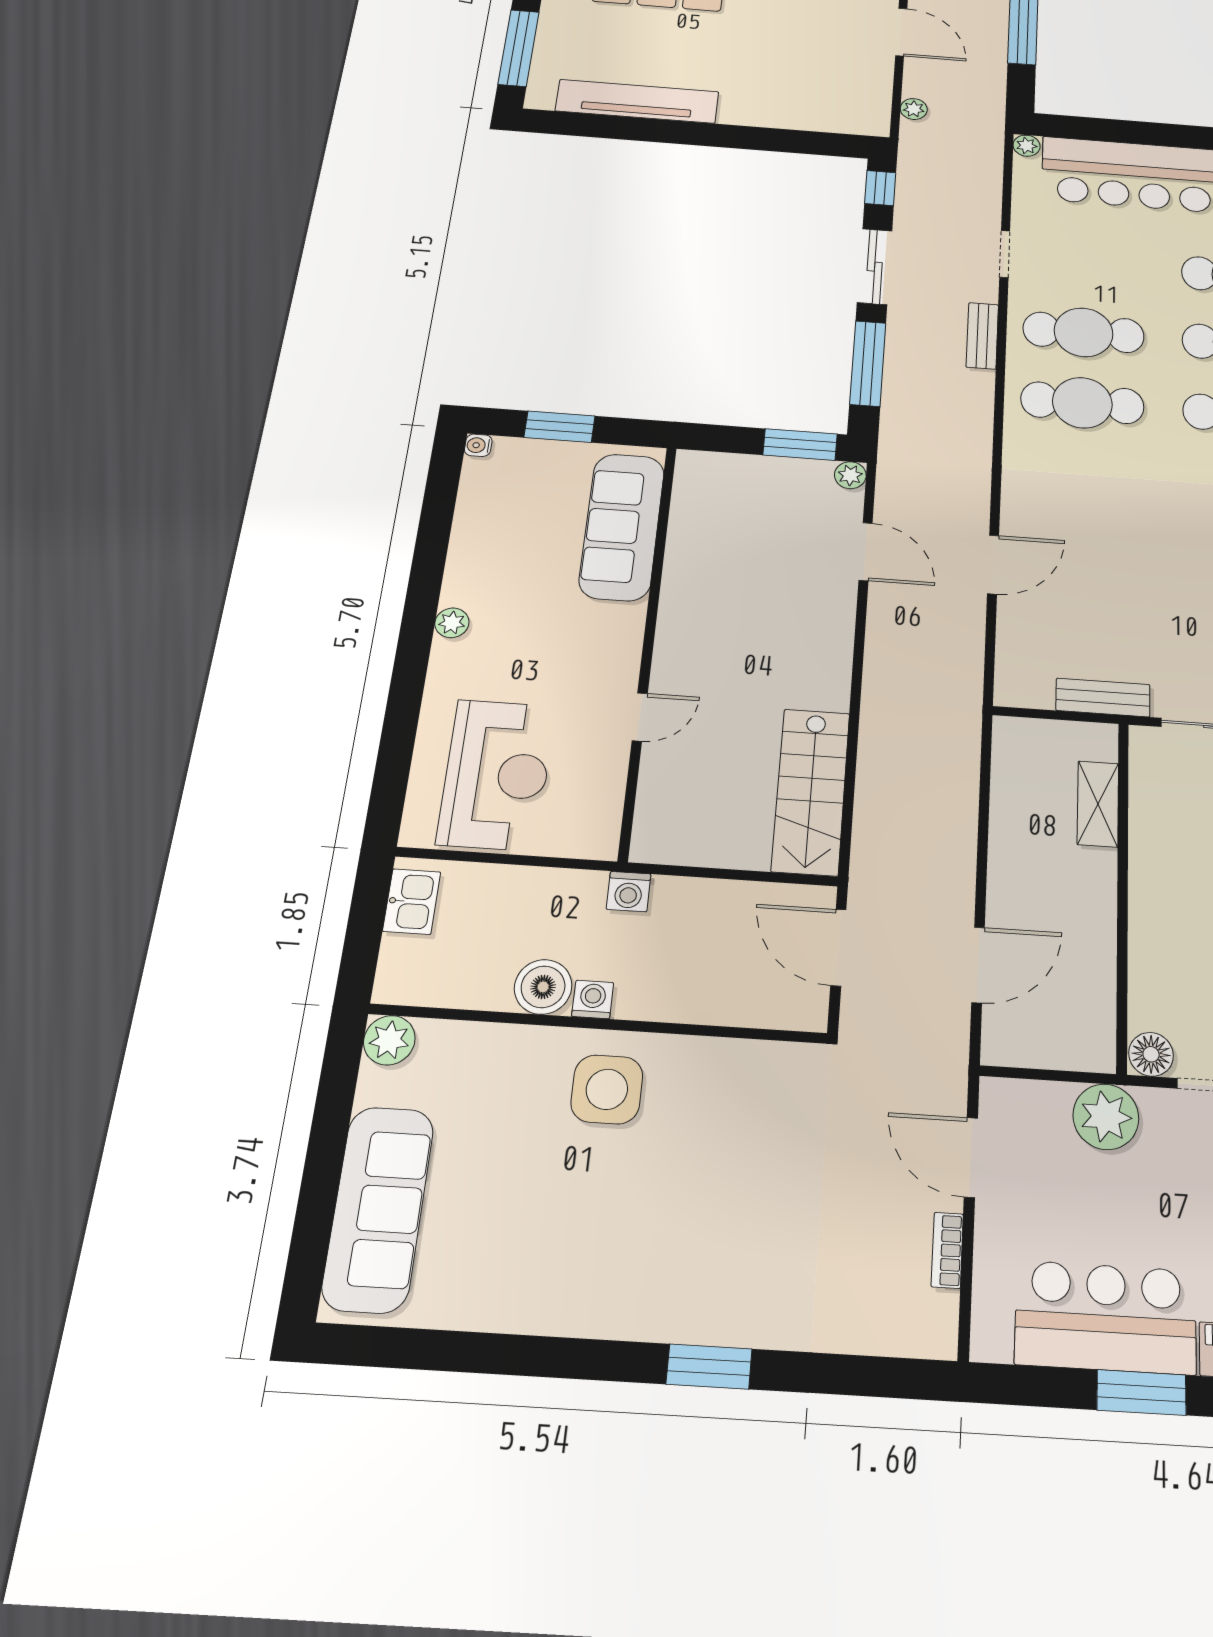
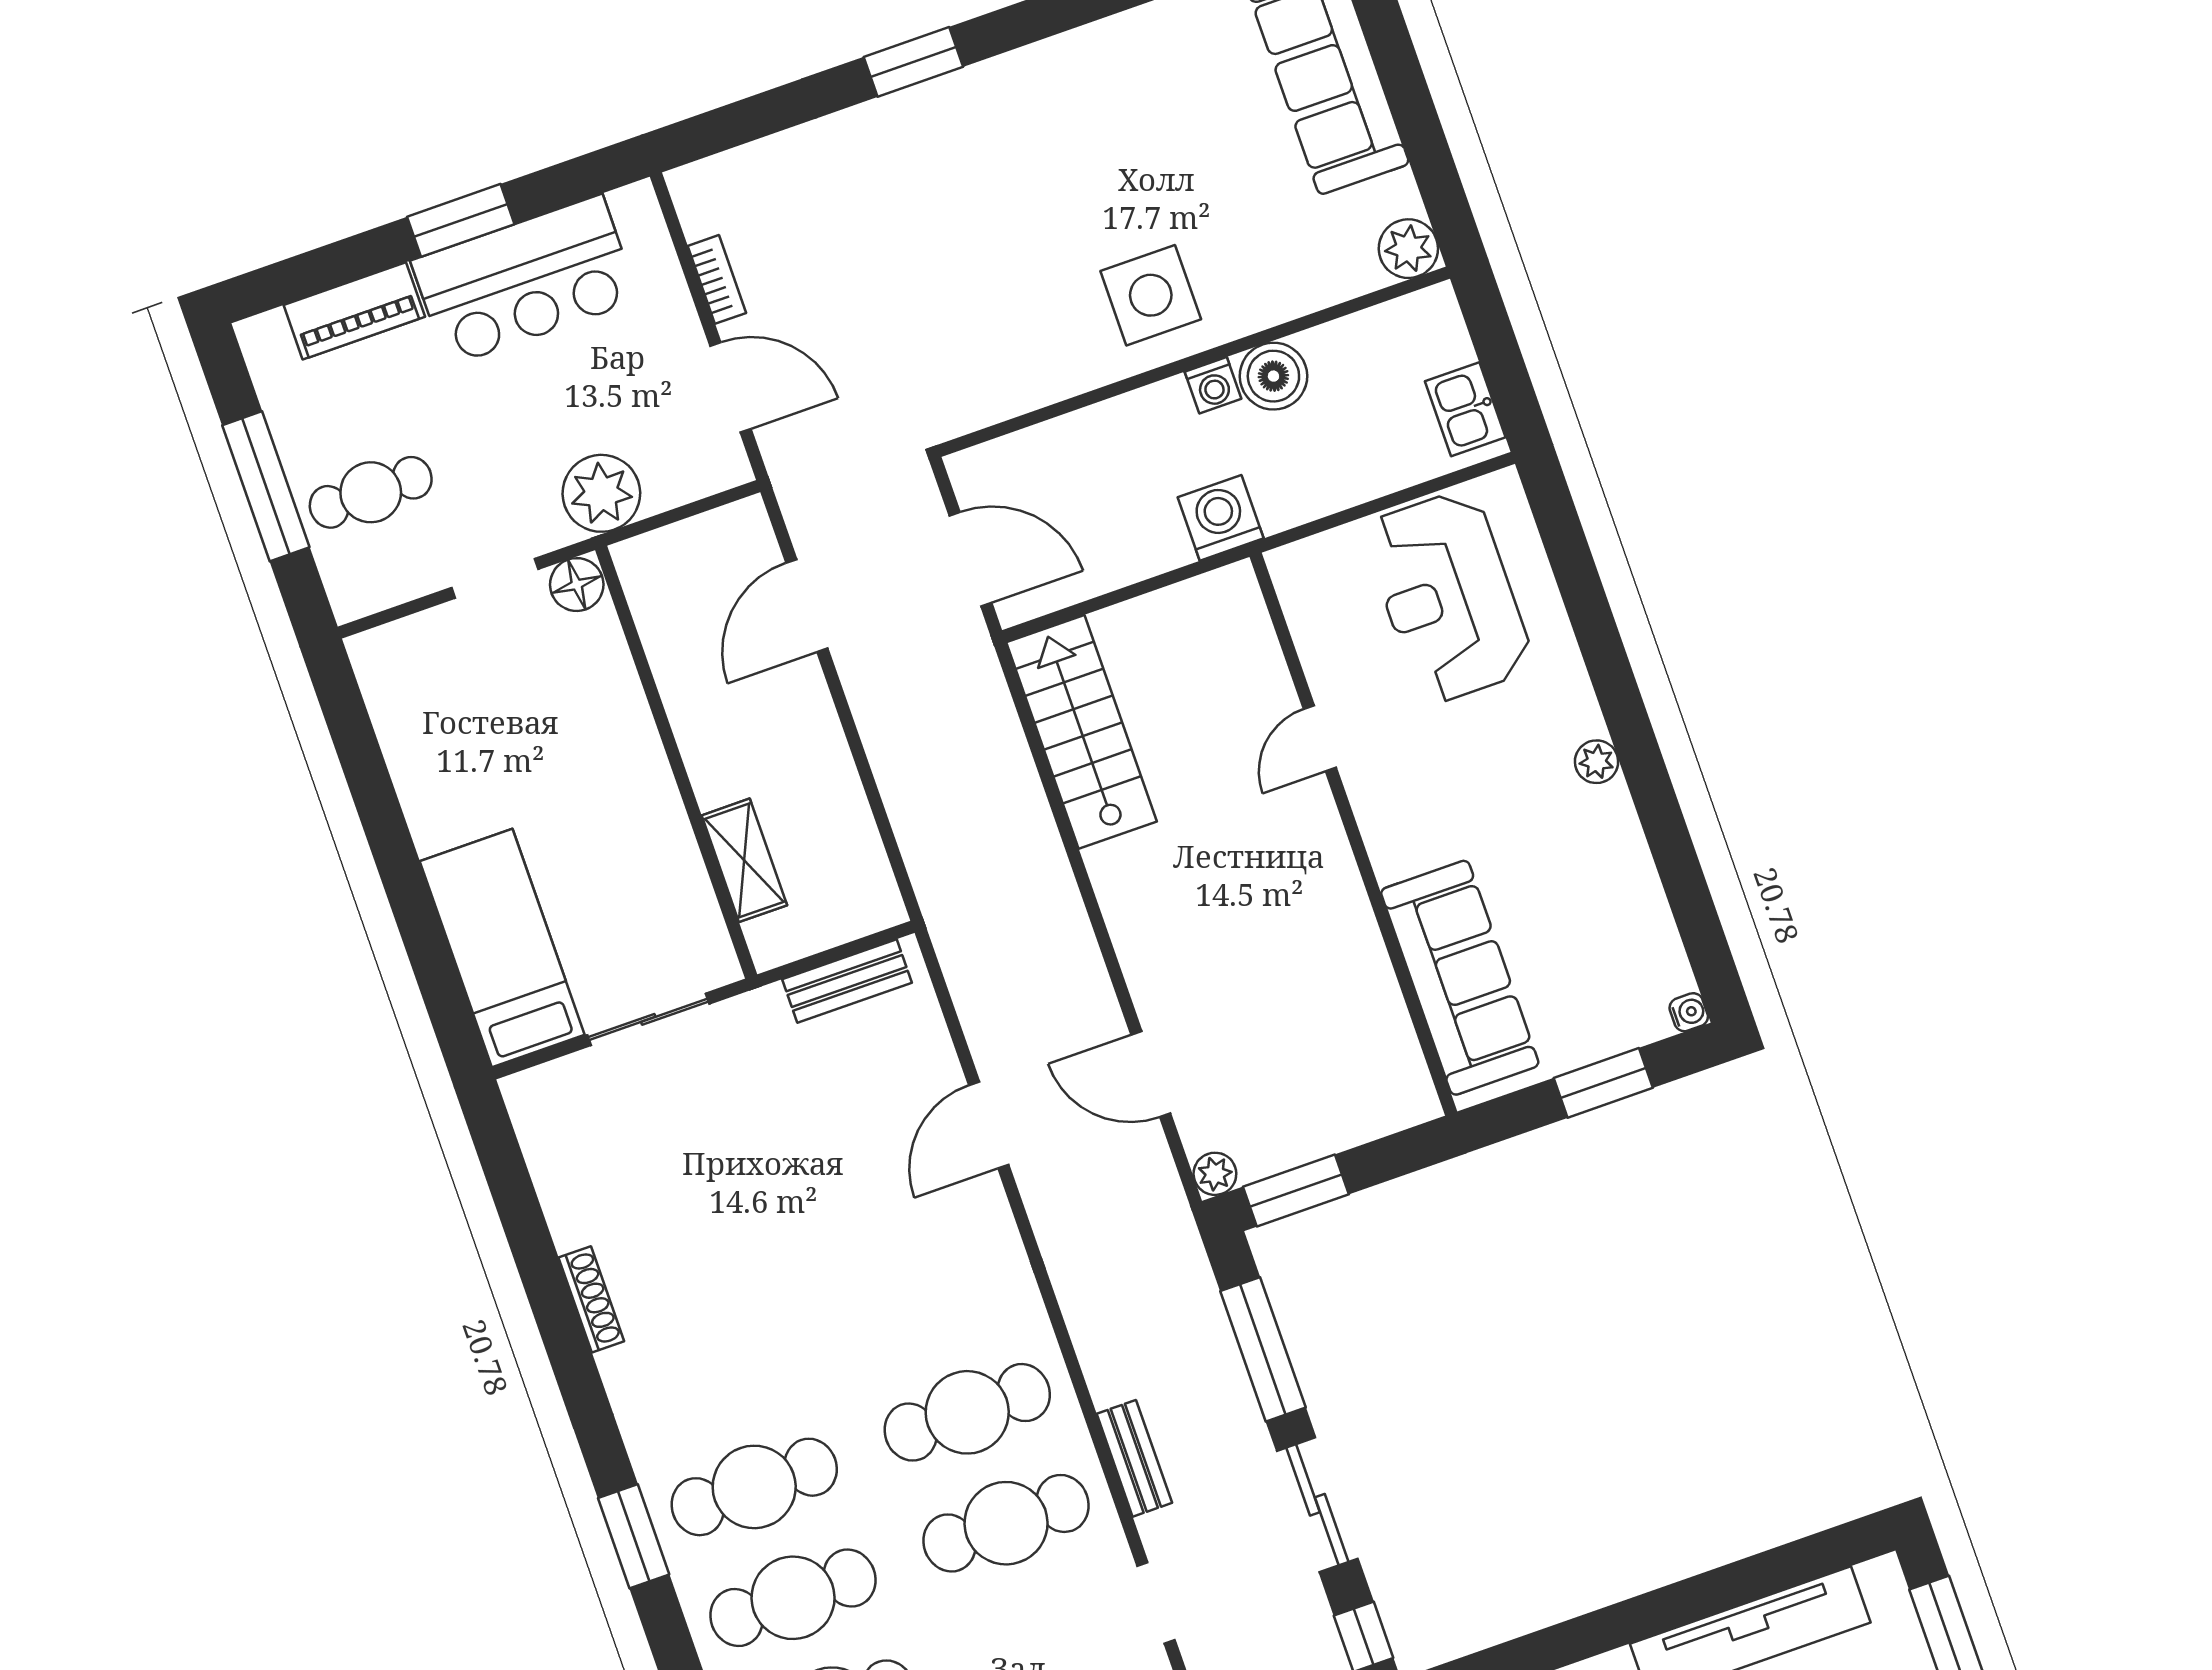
bench: (1103, 697) -> (847, 981), moved
washing machine: (629, 892) -> (1221, 518), width x1.38, depth x1.38

